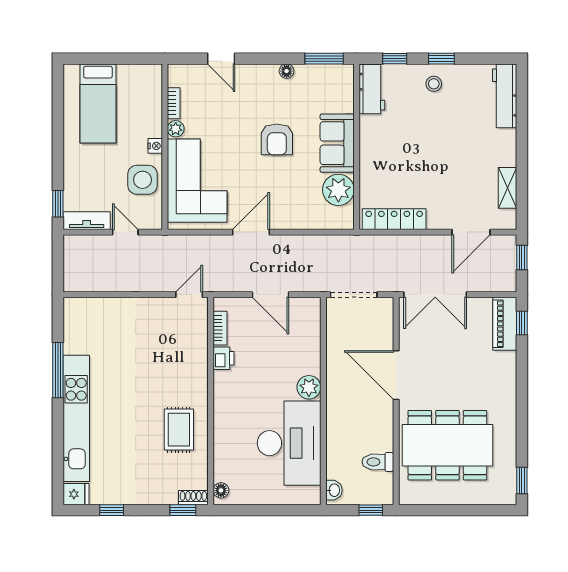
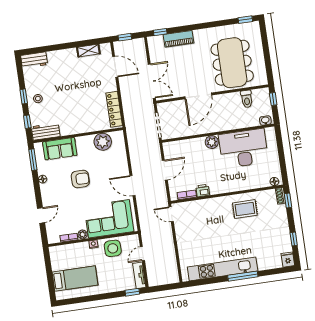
workbench: (505, 96) -> (34, 60), width x0.73
sofa: (337, 143) -> (60, 149), moved
piano: (505, 324) -> (178, 39), moved
window: (58, 370) -> (243, 276), moved
kitchen unit: (76, 418) -> (223, 269), moved

